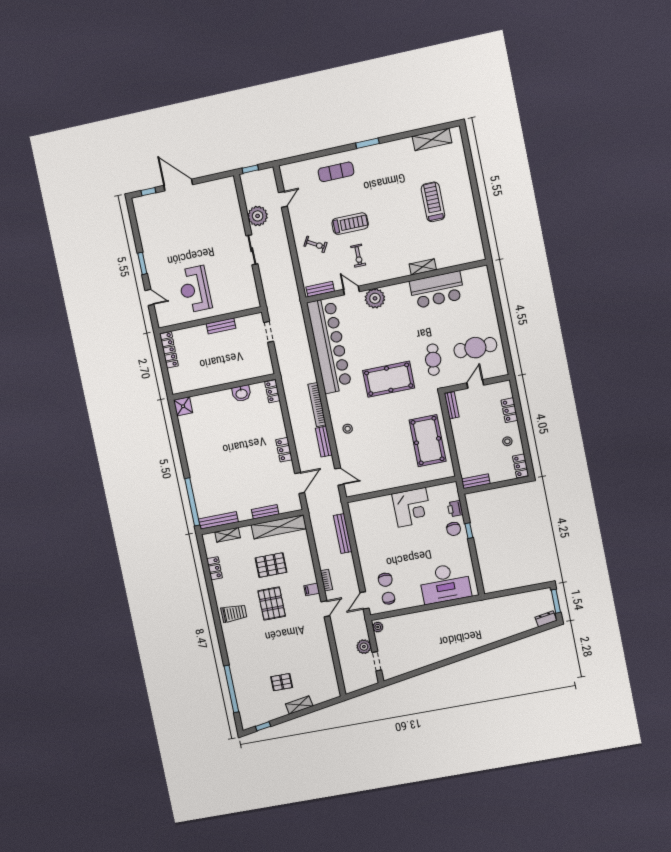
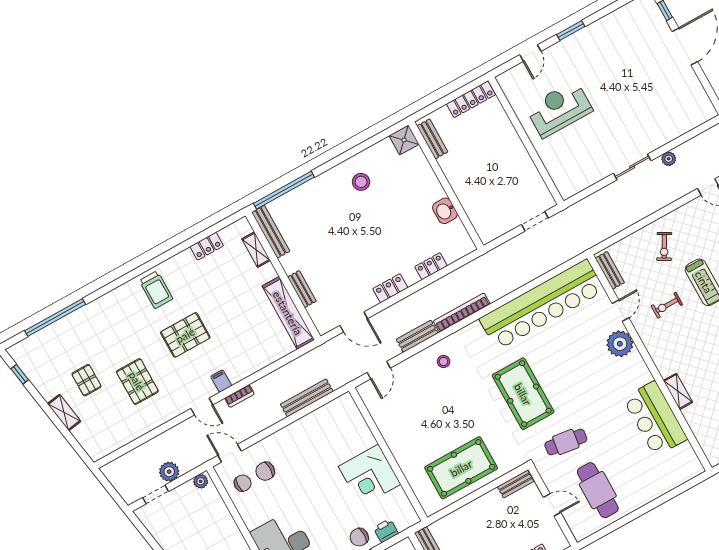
plant: (258, 216) -> (669, 159), width x0.53, depth x0.53
bench: (221, 326) -> (432, 139), moved
locker: (272, 391) -> (431, 266), moved
stool: (203, 446) -> (361, 182), added
pallet: (271, 565) -> (137, 381), moved

